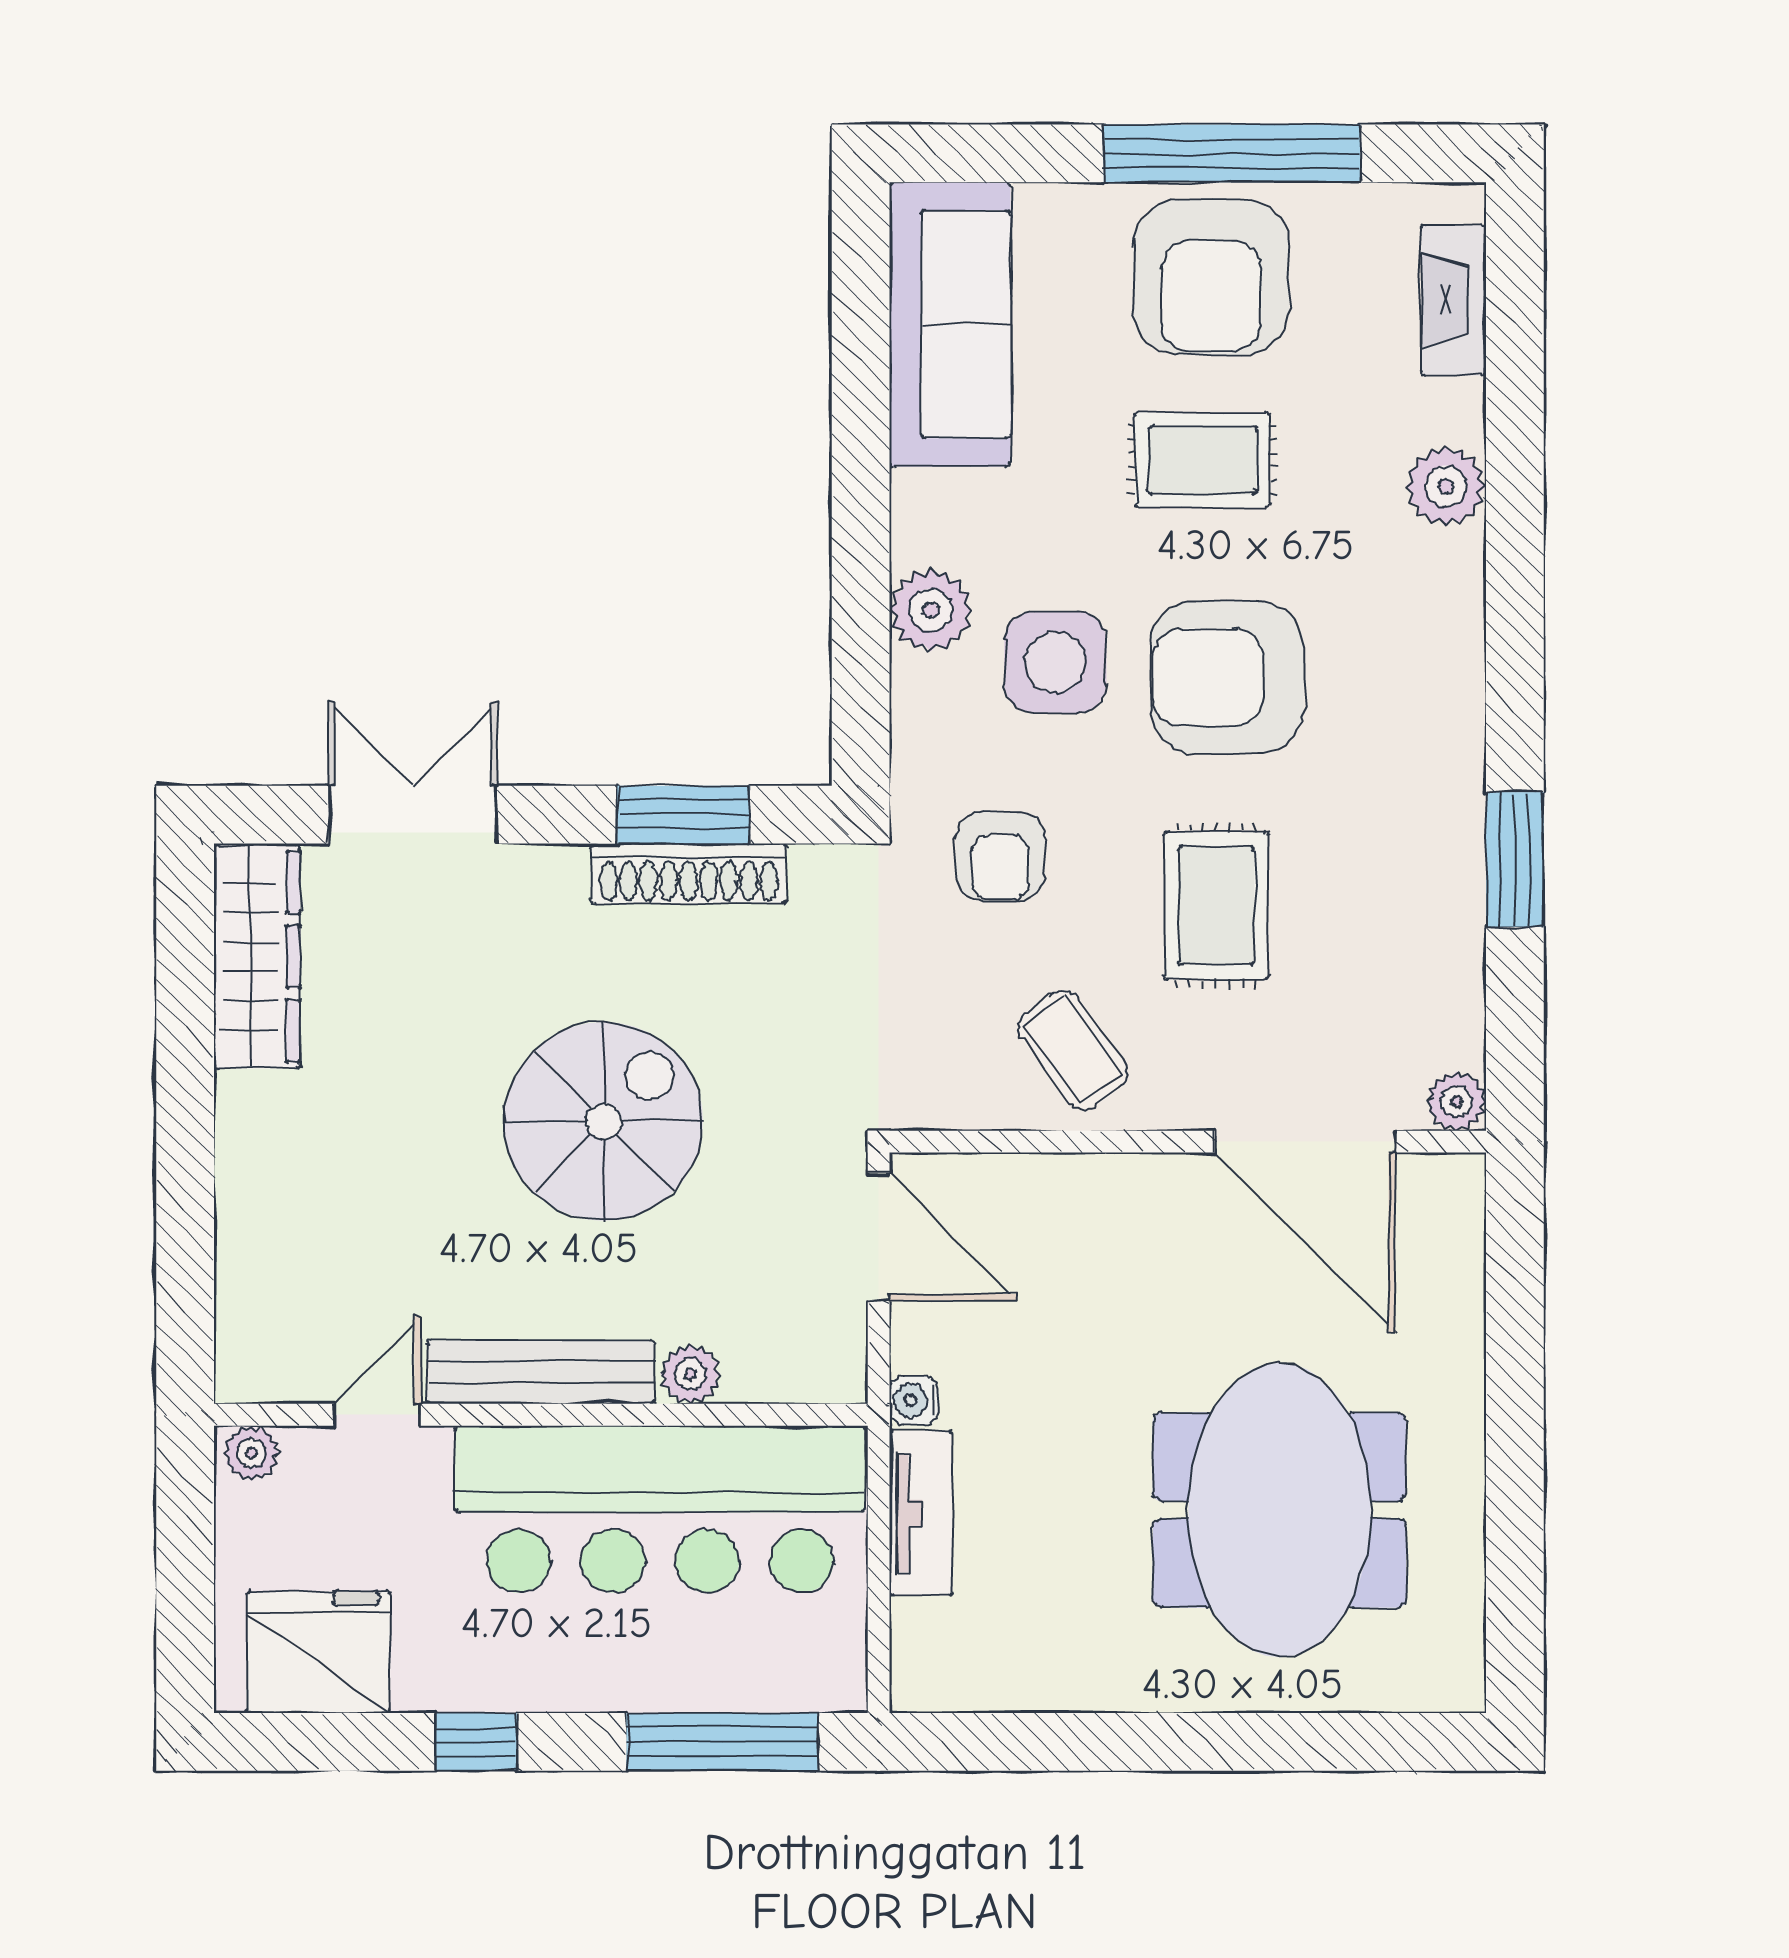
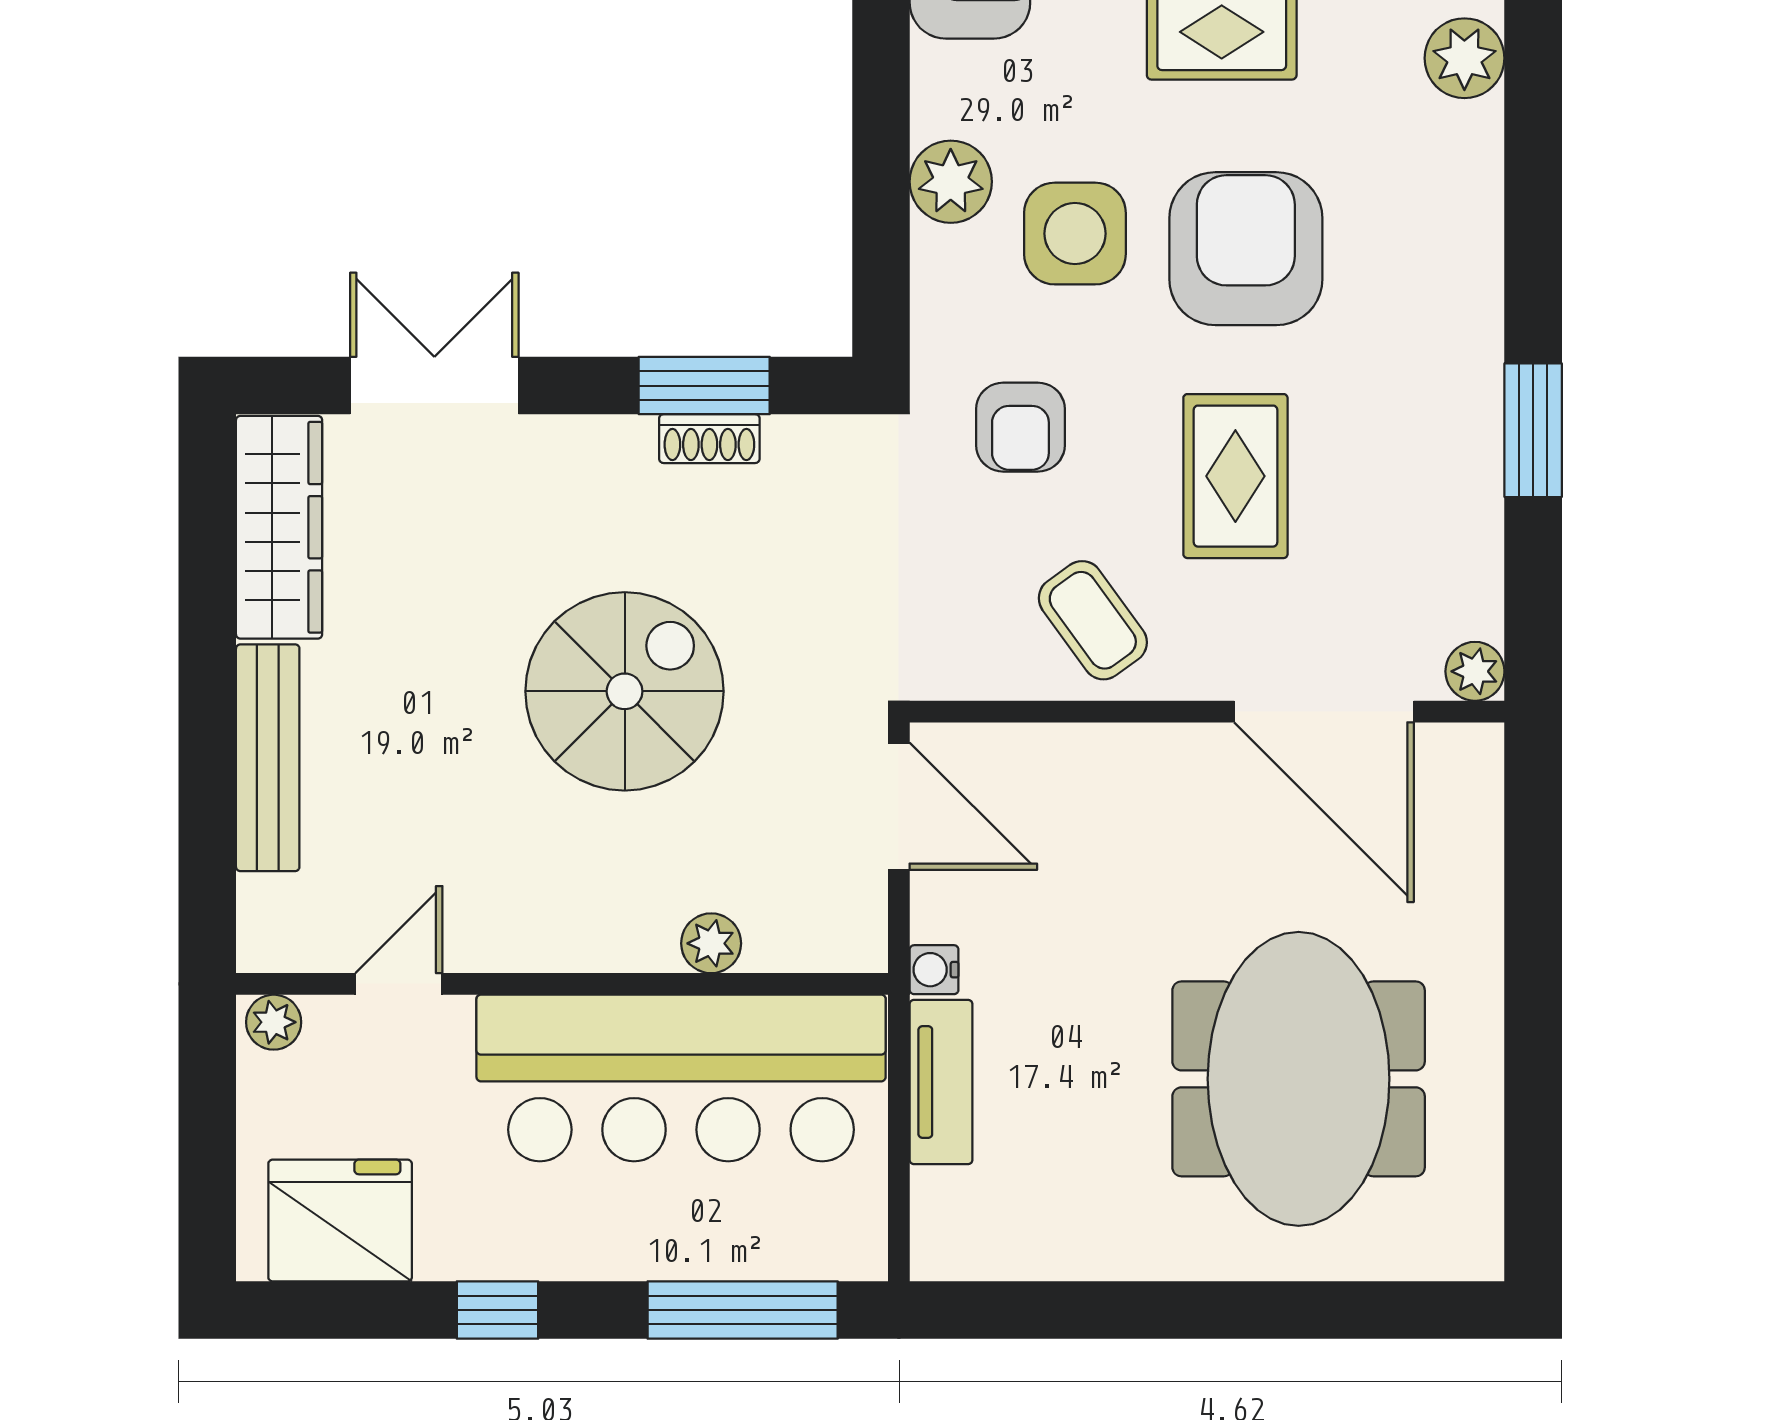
armchair: (1227, 677) -> (1246, 249), turned 90
shoe rack: (689, 874) -> (709, 439), width x0.51, depth x0.81
bench: (541, 1372) -> (268, 758), moved, turned 90

